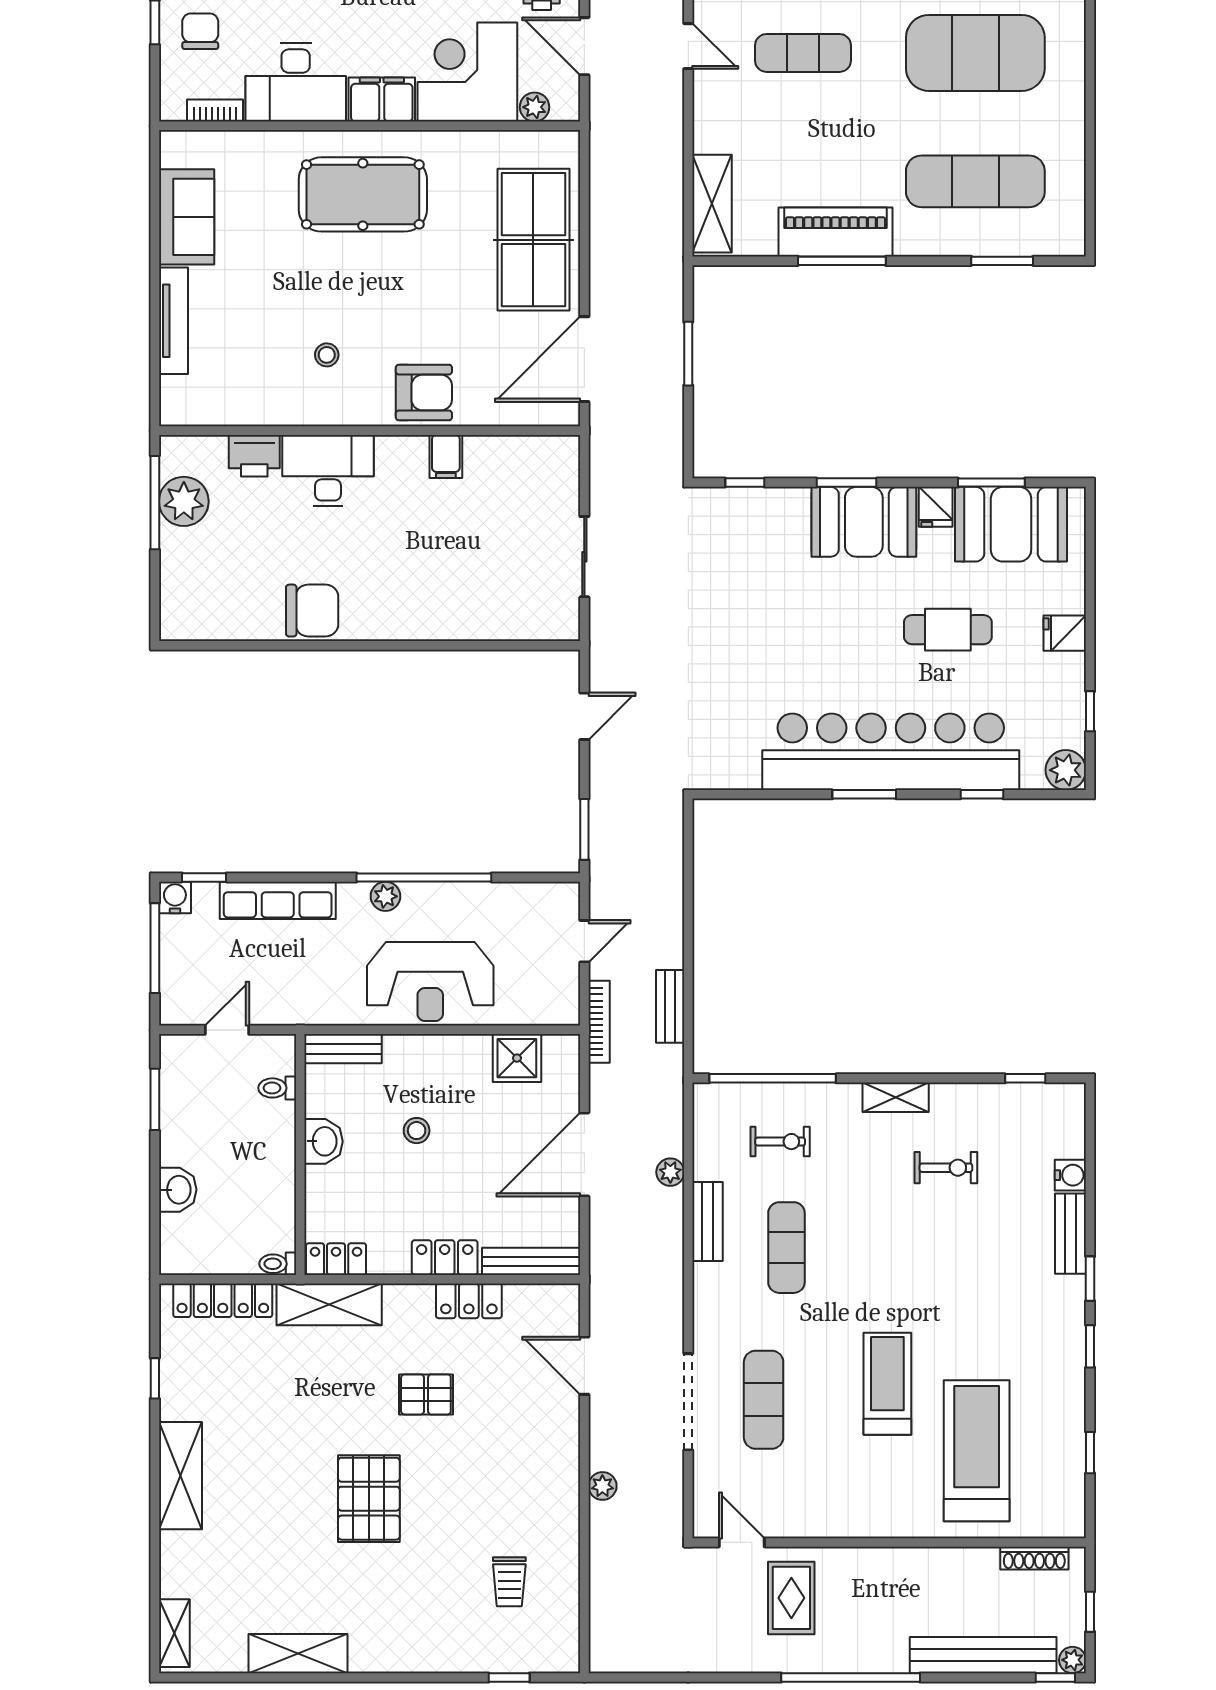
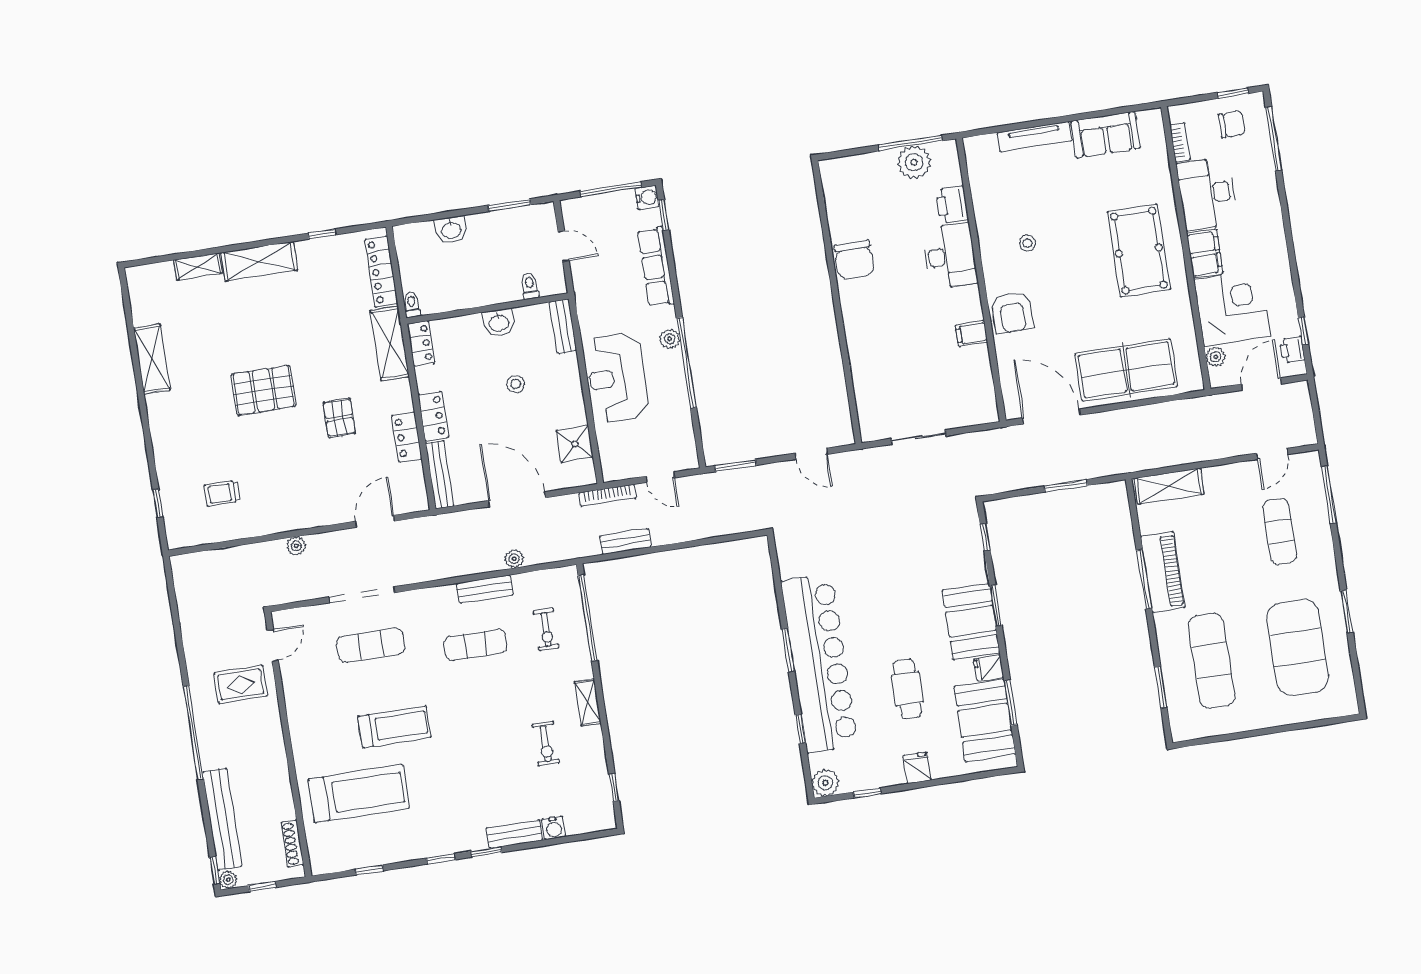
shelving: (174, 1633) -> (198, 267), moved

